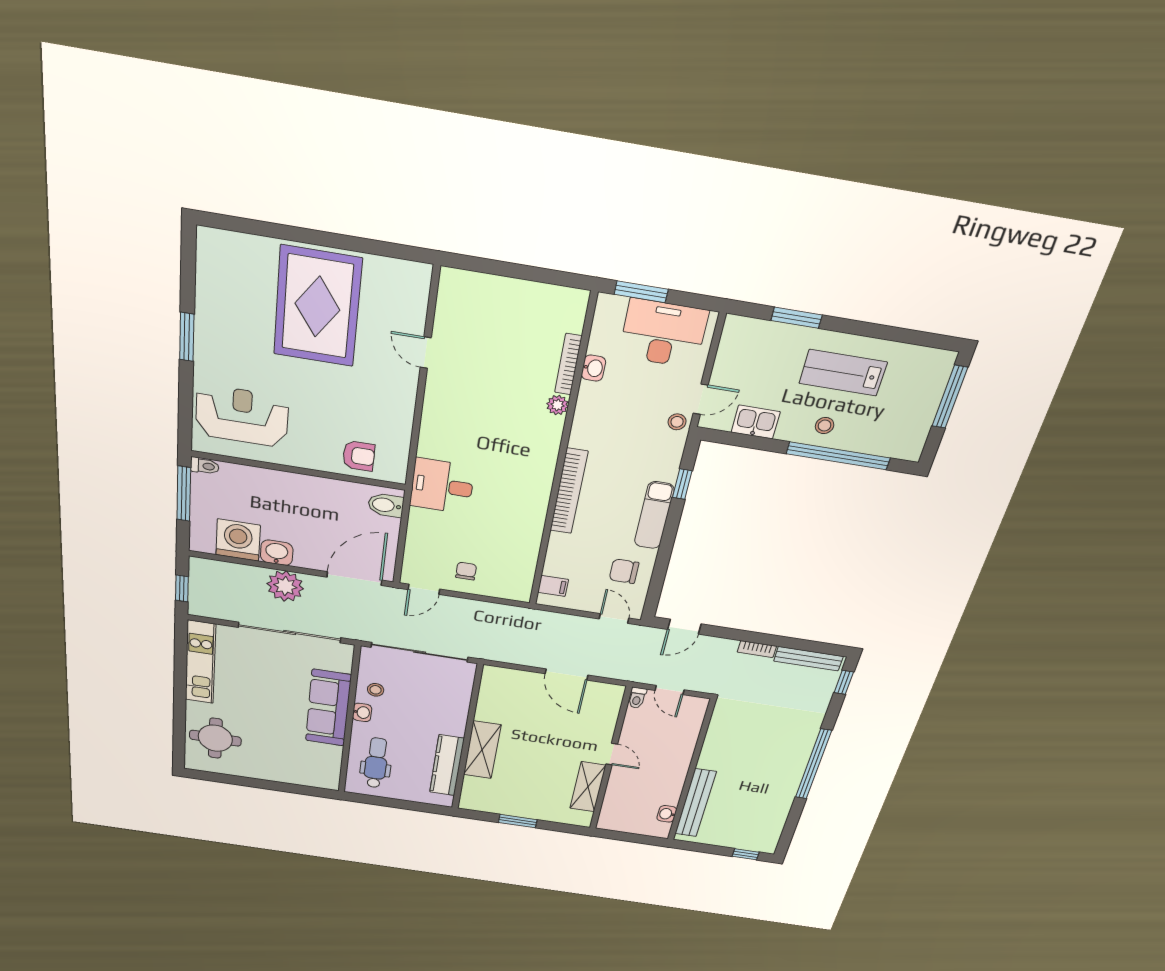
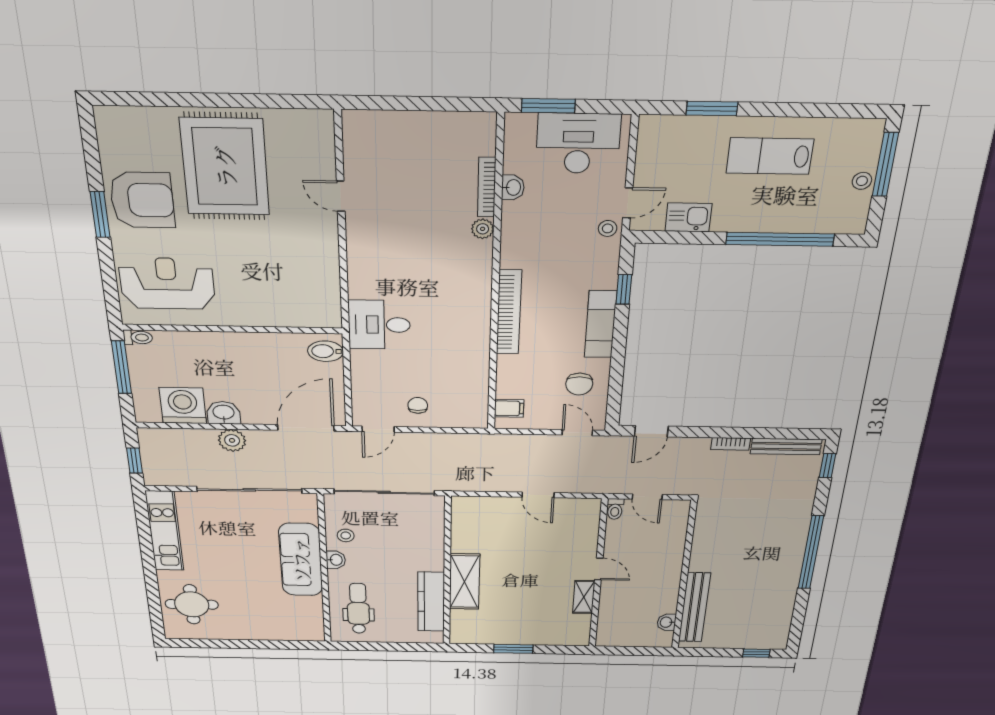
stool: (825, 426) -> (862, 181), moved
armchair: (359, 456) -> (142, 200), moved, width x1.88, depth x1.88
chair: (624, 571) -> (579, 384), turned -90
plant: (285, 586) -> (232, 440), width x0.73, depth x0.73
door: (566, 674) -> (538, 495), width x0.73
shelving: (588, 787) -> (584, 597), width x0.67, depth x0.75

